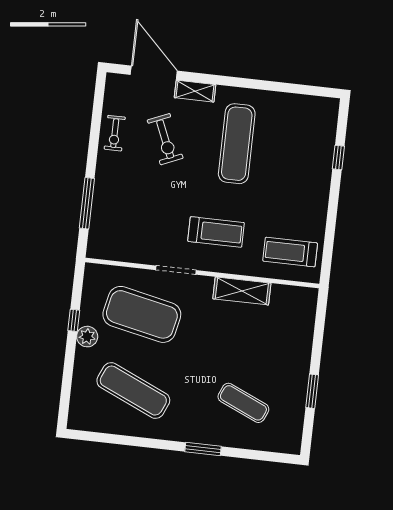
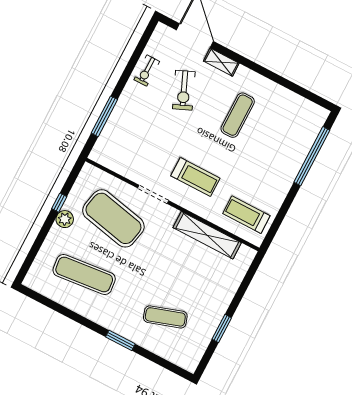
exercise mat: (237, 144) -> (238, 115), width x0.73, depth x0.69
window: (338, 157) -> (312, 156), width x3.17
shelving: (242, 291) -> (207, 235), width x1.47
exercise mat: (133, 391) -> (84, 274), turned -30
exercise mat: (243, 403) -> (165, 317), turned -42

